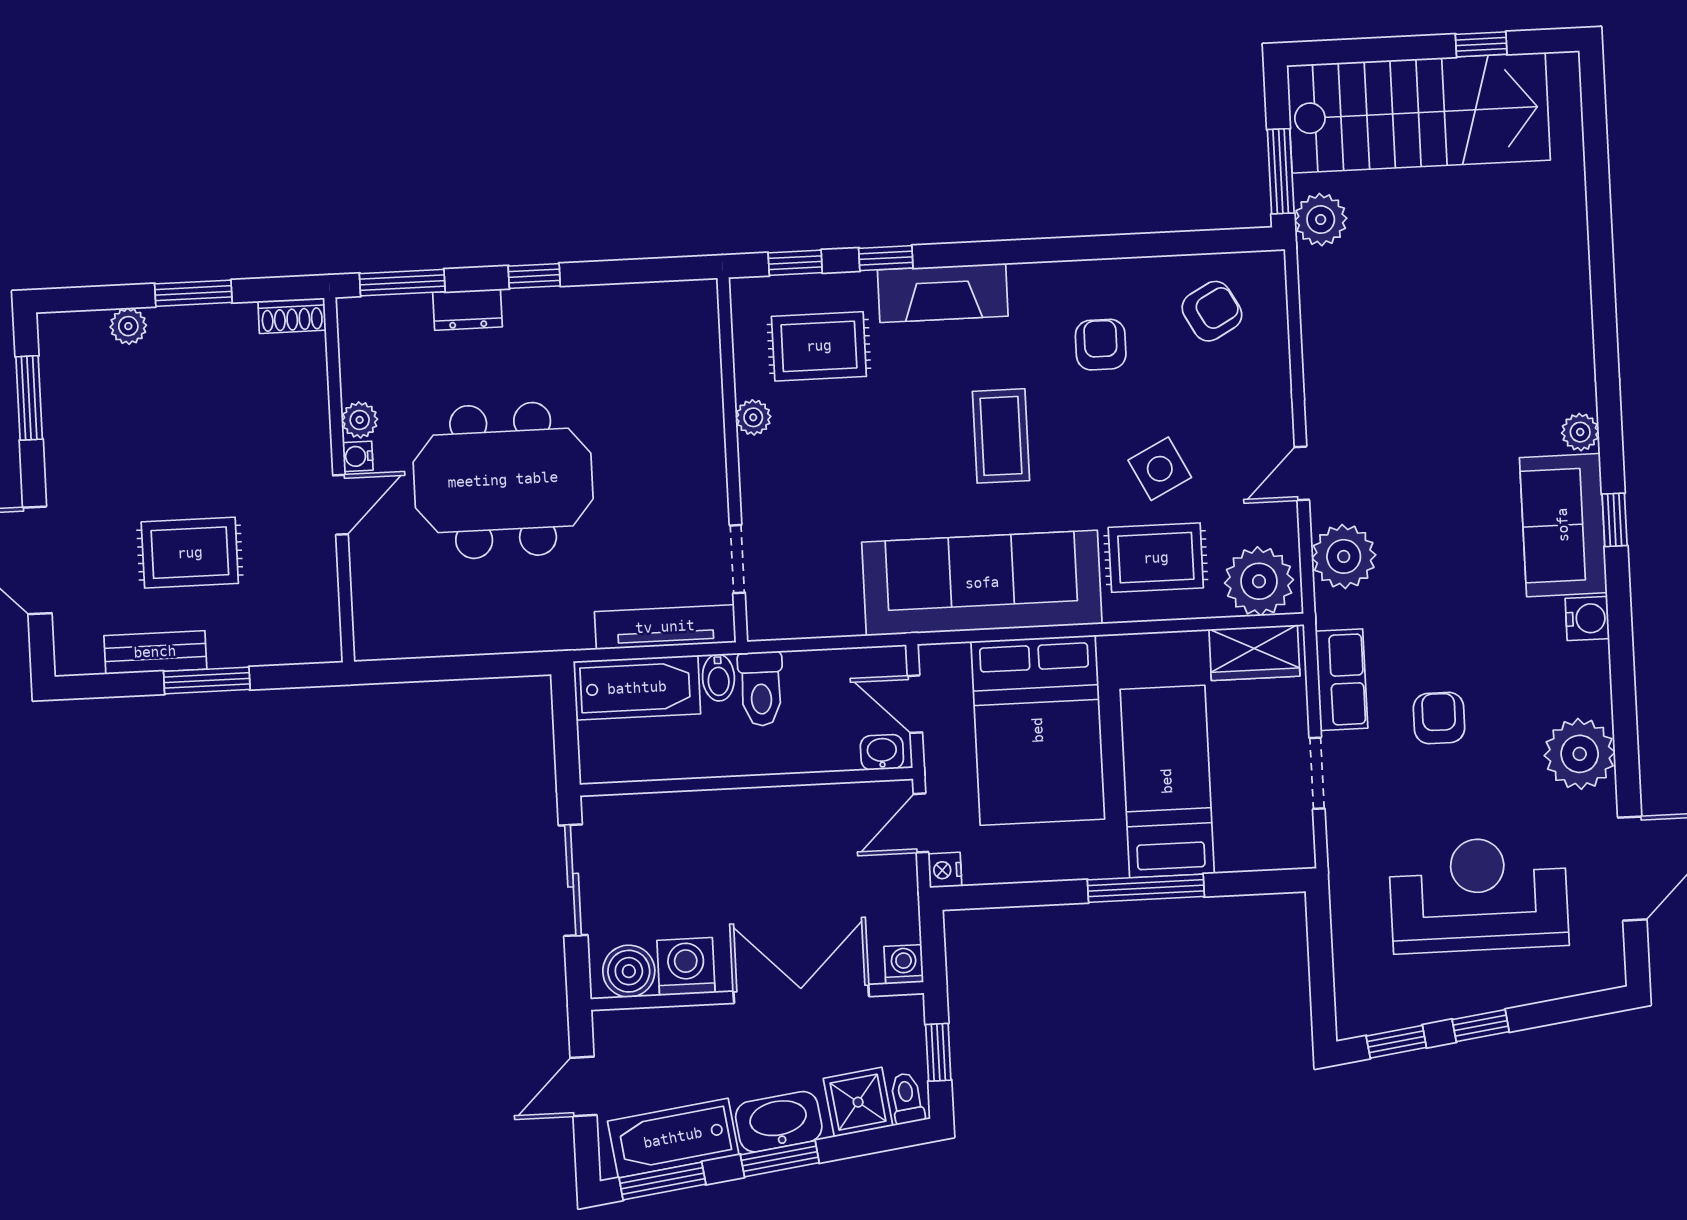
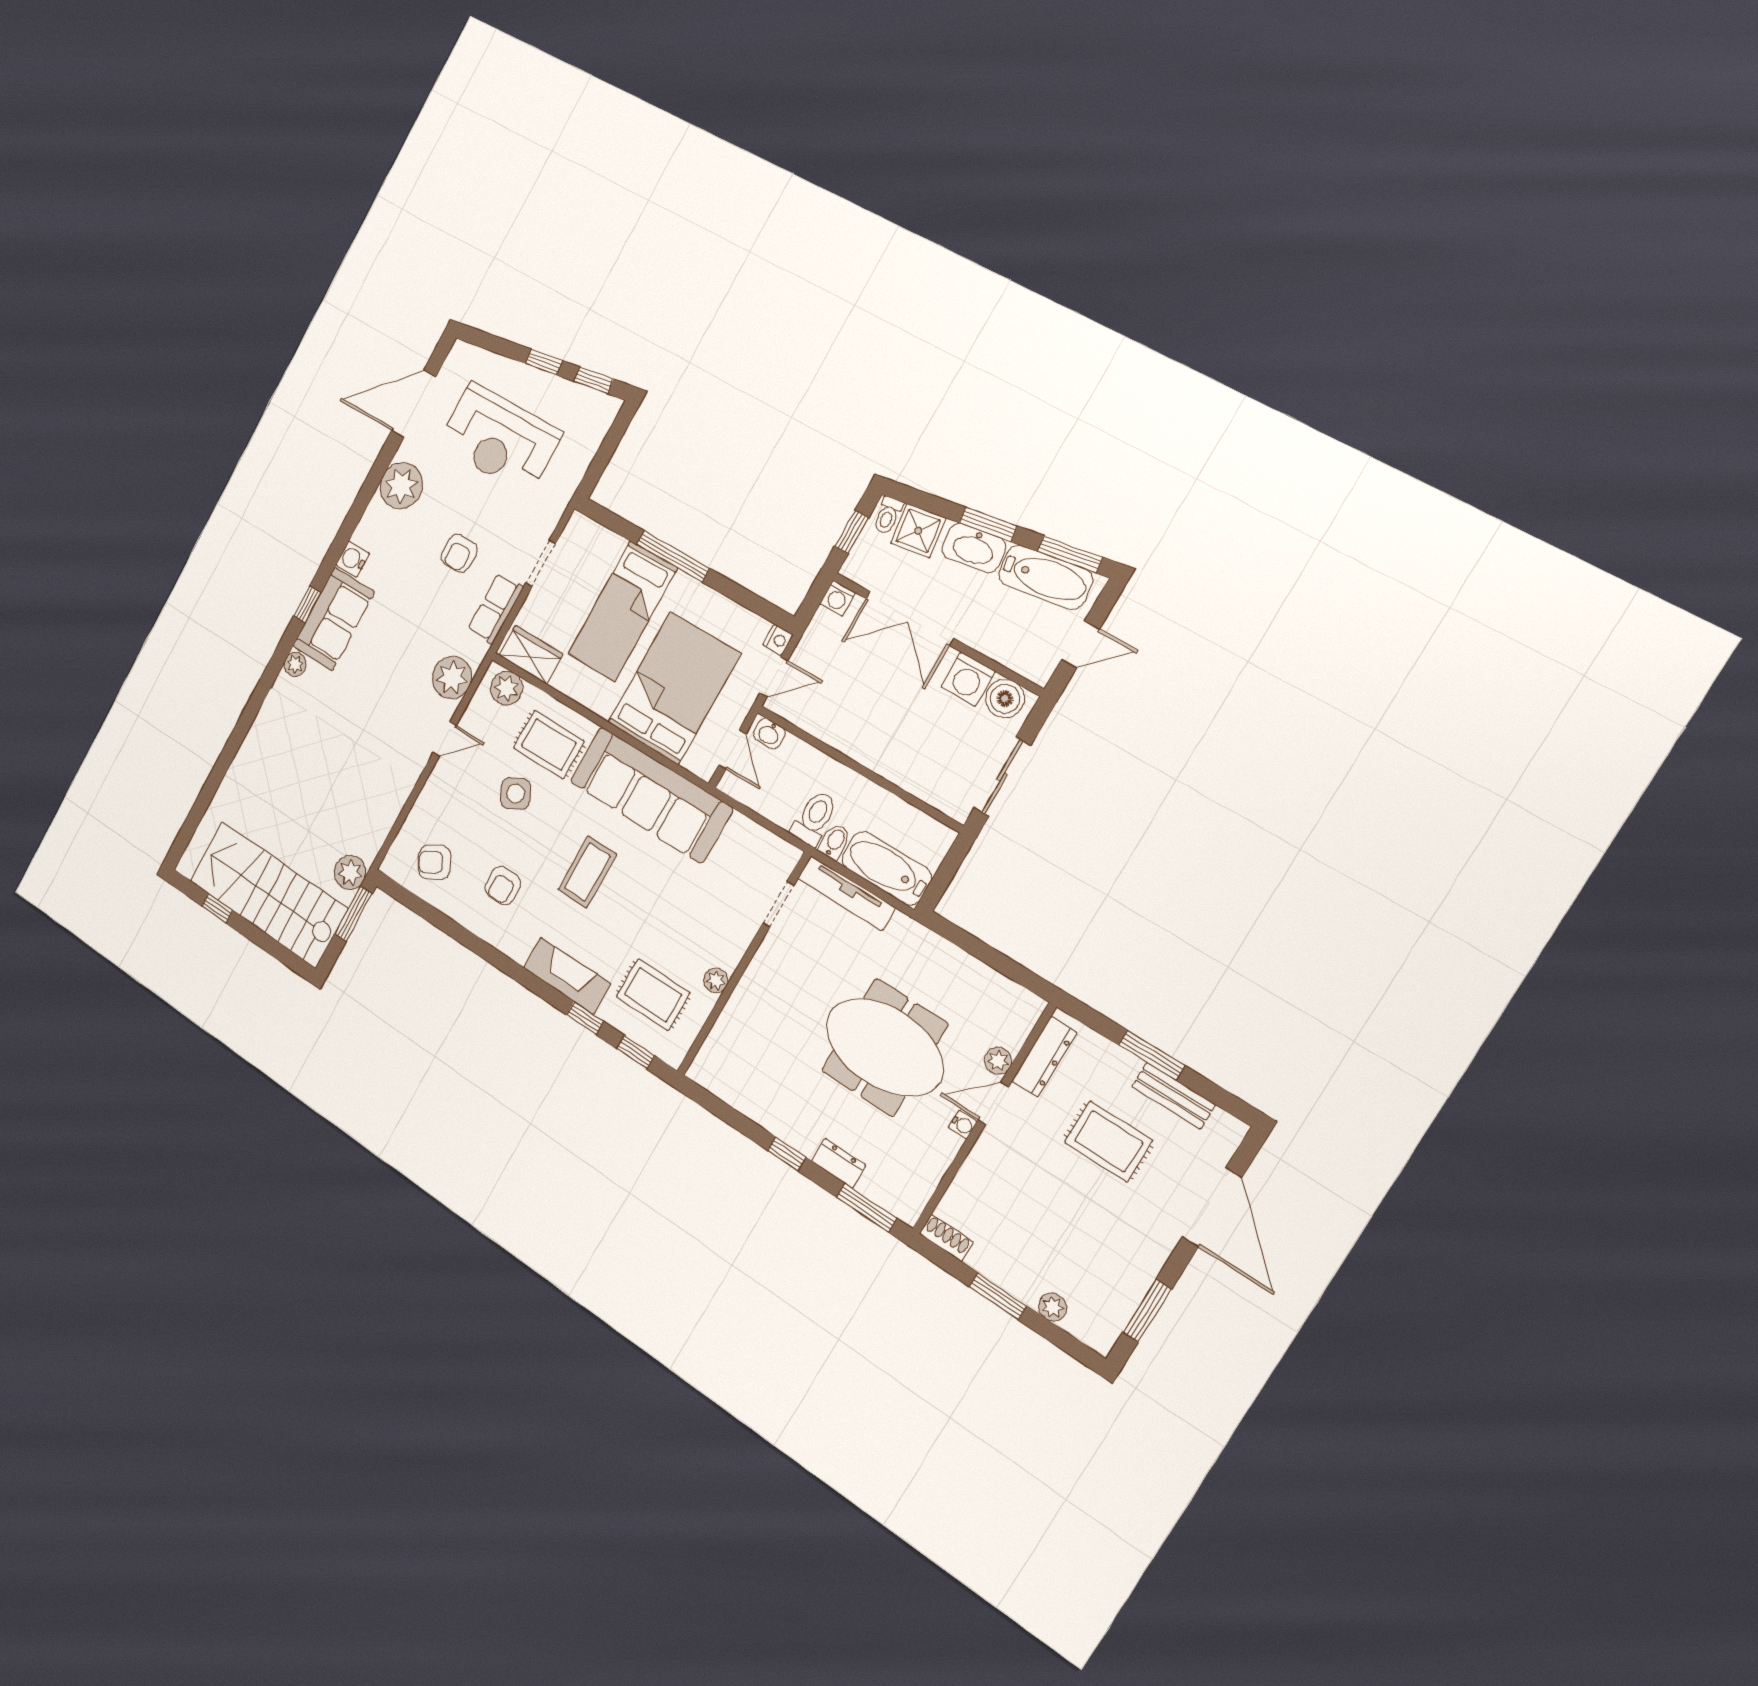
plant: (360, 420) -> (998, 1061), moved
plant: (1259, 581) -> (507, 688), width x0.73, depth x0.73
dresser: (320, 597) -> (1044, 1057), added

